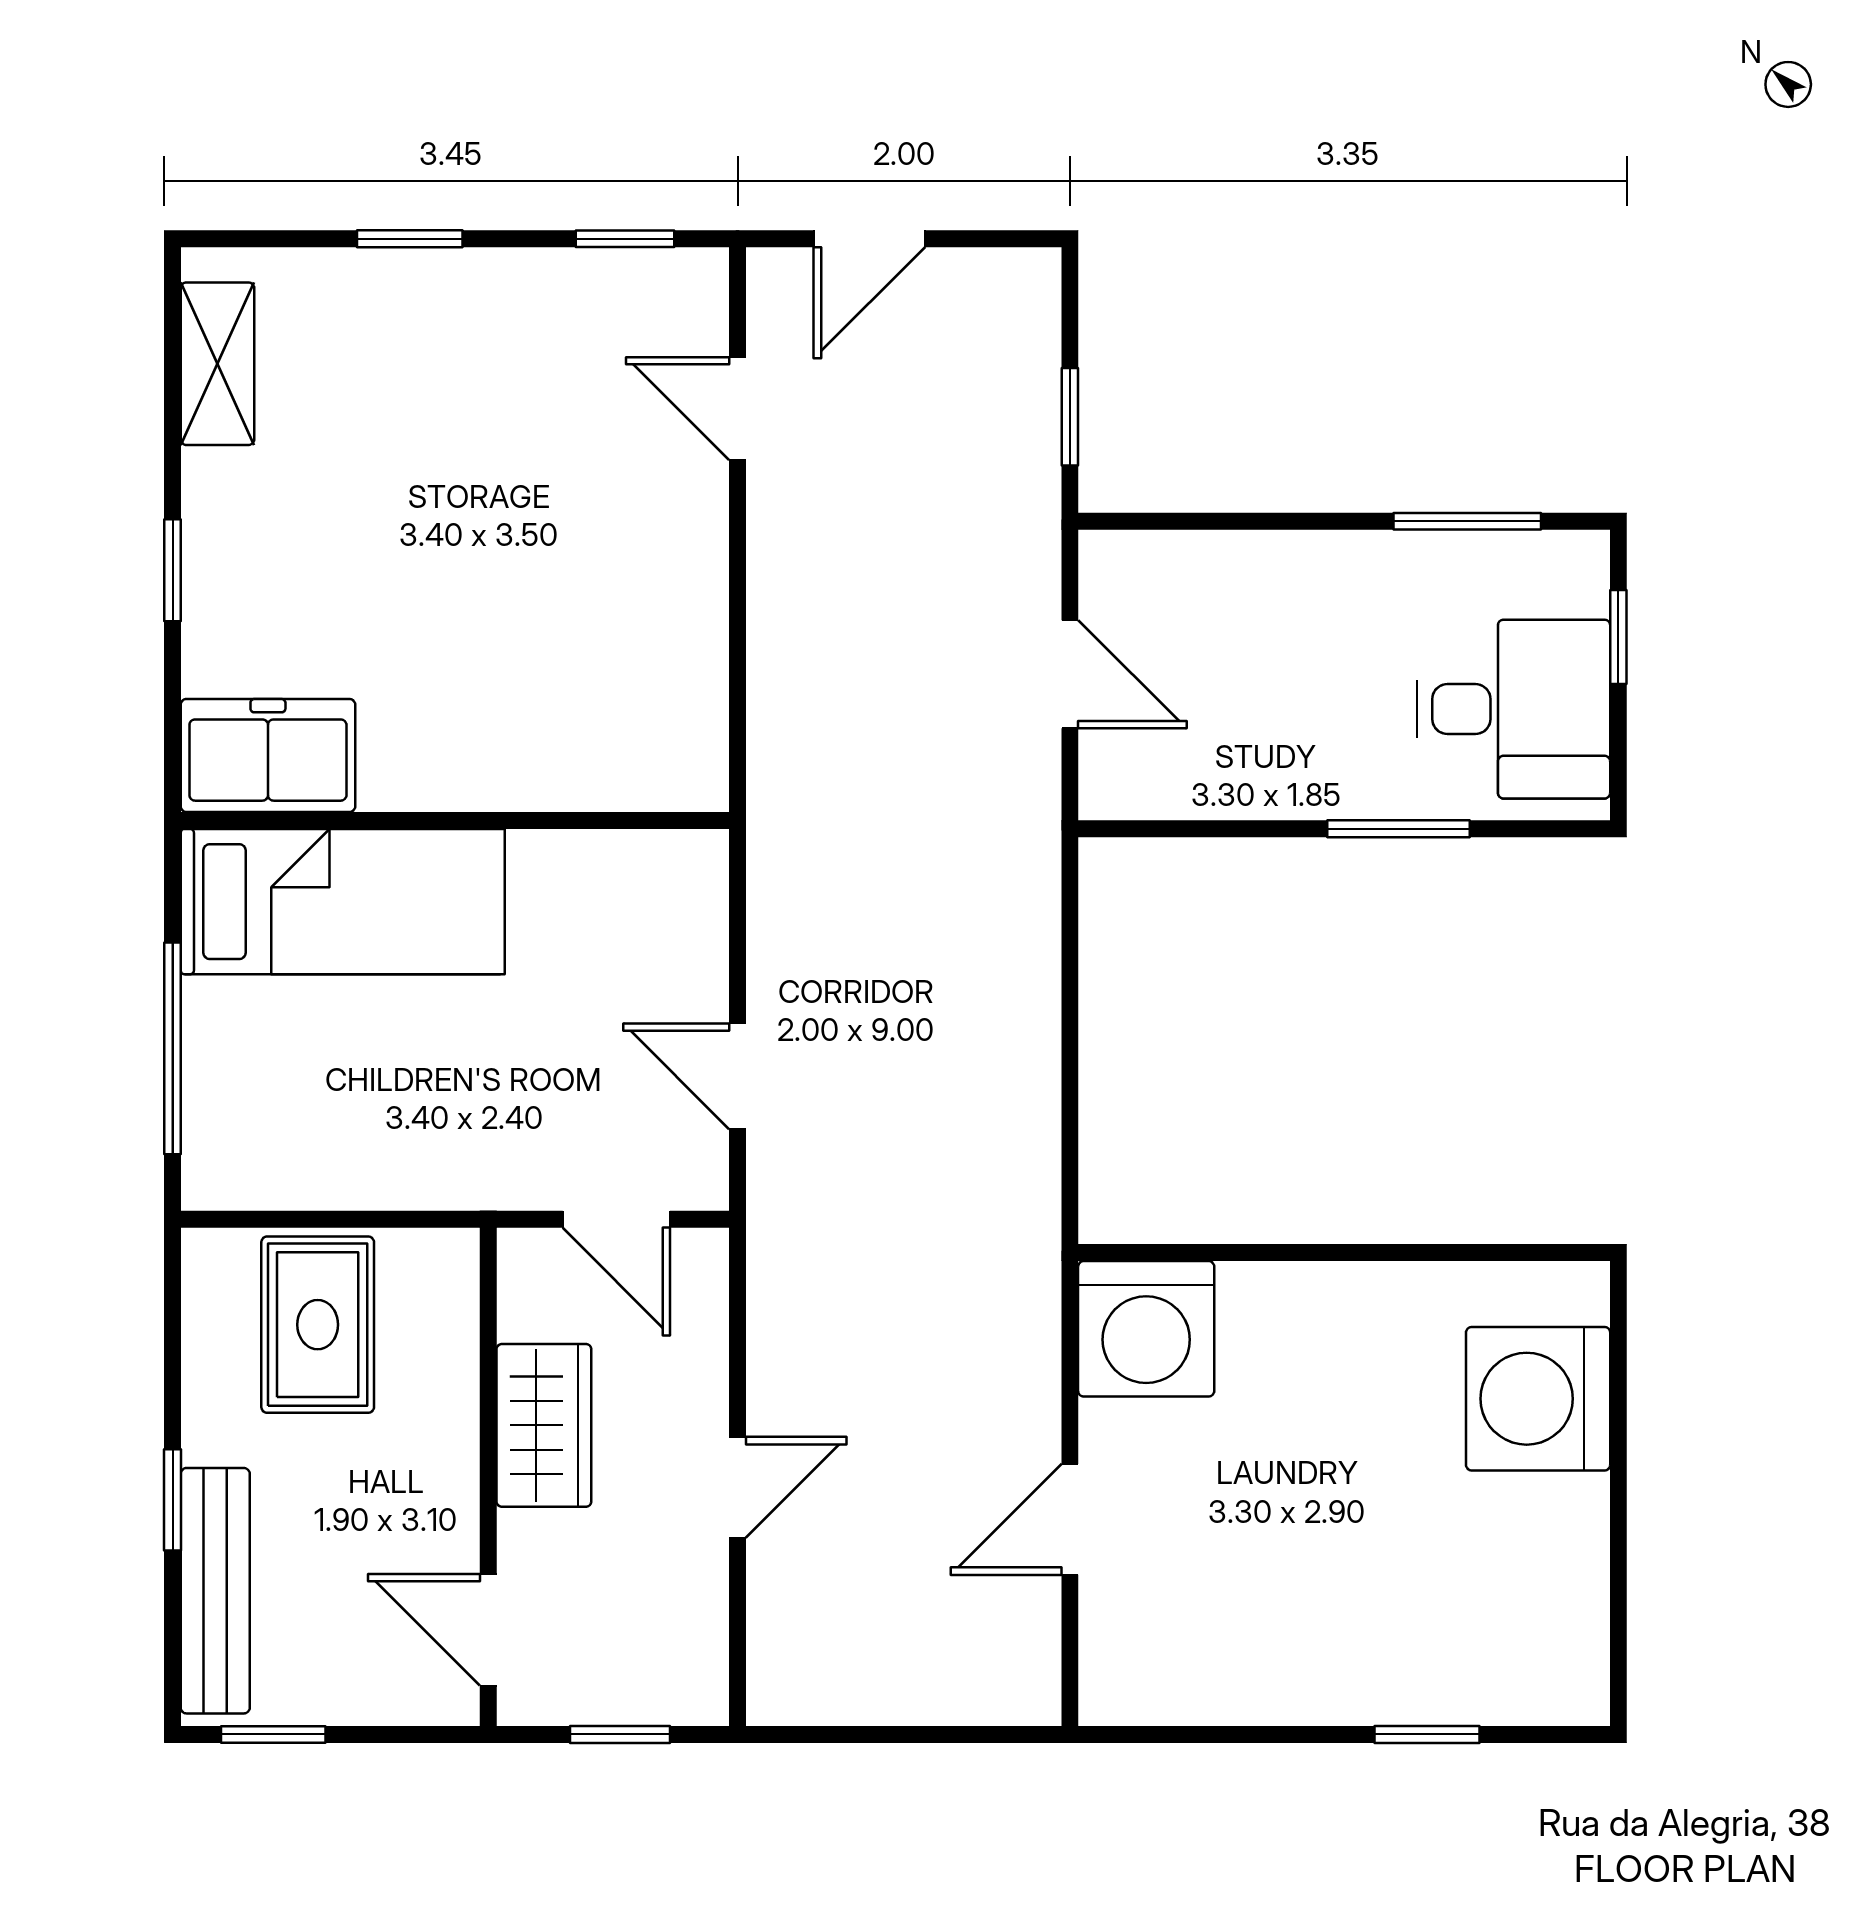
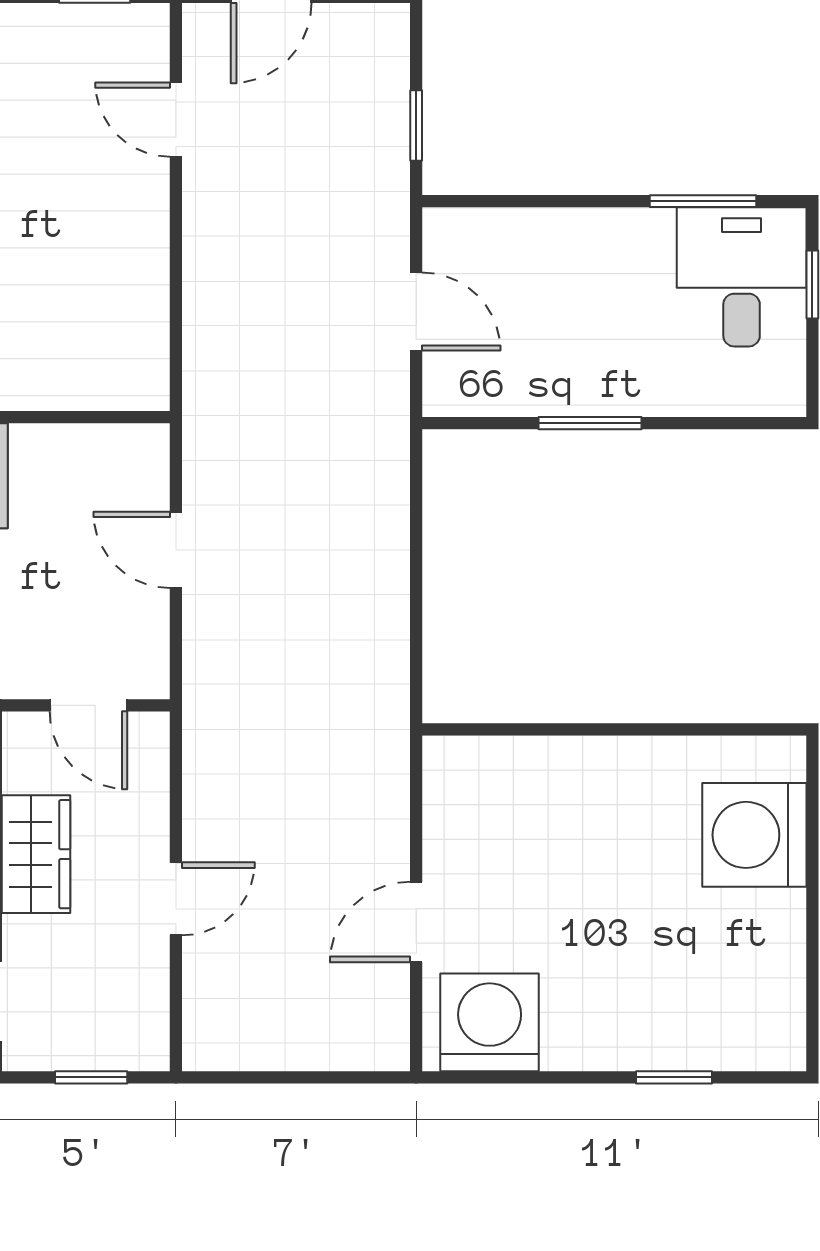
desk: (1513, 709) -> (742, 277), moved, turned -90
window: (1399, 829) -> (590, 423), moved
door: (738, 1076) -> (176, 550), moved
washing machine: (1146, 1329) -> (490, 1022), moved, turned 180

